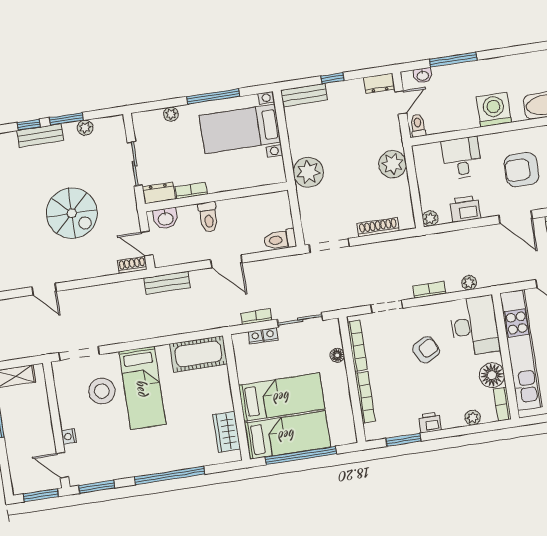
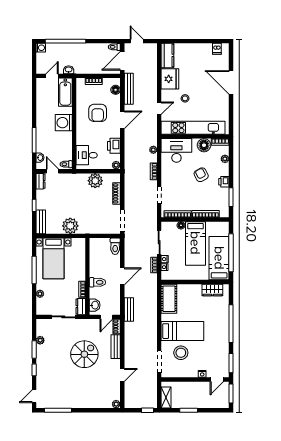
bench: (40, 135) -> (116, 347), moved
desk: (462, 158) -> (87, 155), moved
plant: (393, 164) -> (95, 181), moved
plant: (308, 172) -> (70, 226), moved
armchair: (426, 350) -> (201, 175), moved
bed: (282, 397) -> (195, 243), moved, turned 180

